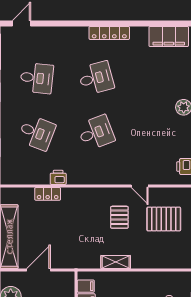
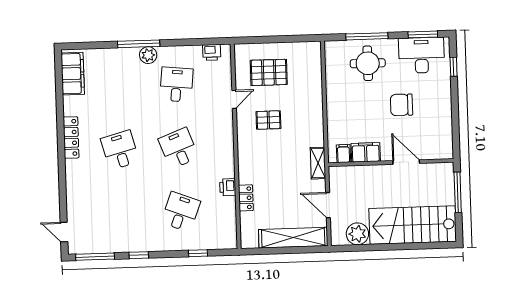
desk: (37, 78) -> (176, 85), moved
pallet: (164, 219) -> (269, 72), turned 90
shelving: (116, 262) -> (318, 163), moved

